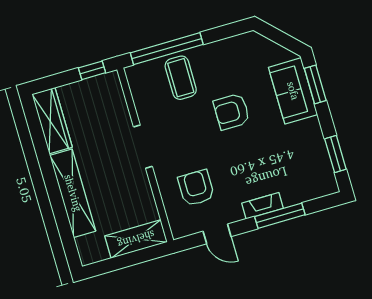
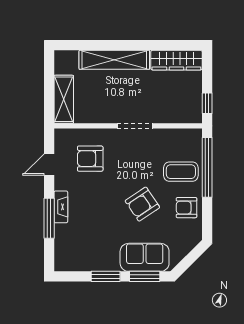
armchair: (221, 59) -> (186, 208), added
armchair: (232, 112) -> (142, 204), turned -124
window: (335, 154) -> (106, 276), moved
armchair: (196, 188) -> (90, 159), turned 180

